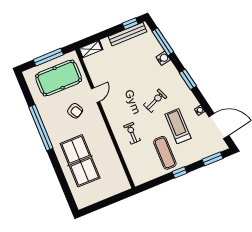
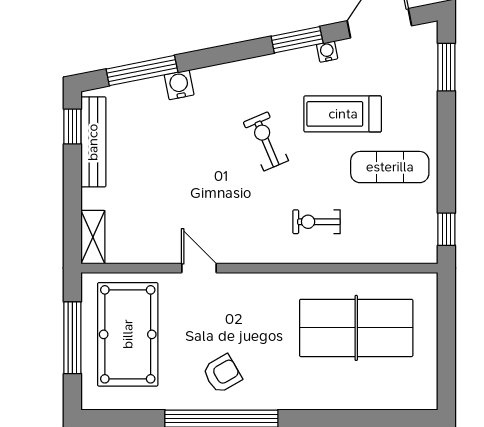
window: (188, 79) -> (297, 40), moved
armchair: (75, 111) -> (222, 374), moved
table tennis table: (80, 161) -> (356, 328), moved
window: (180, 172) -> (446, 229), moved

